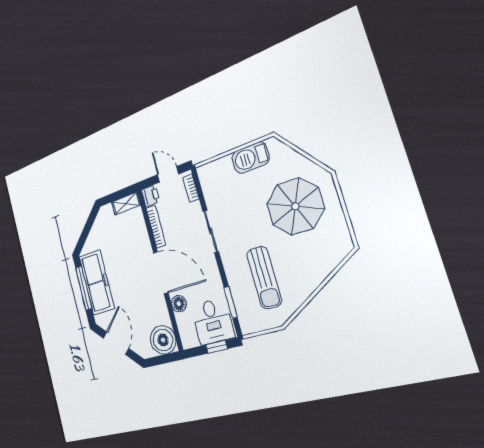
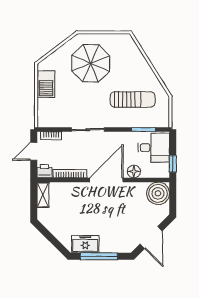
freezer: (97, 282) -> (85, 244), width x0.52, depth x0.79
door: (116, 343) -> (151, 238), swing flipped
window: (217, 347) -> (173, 164), moved

